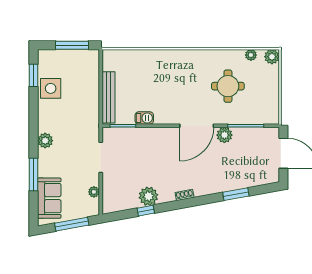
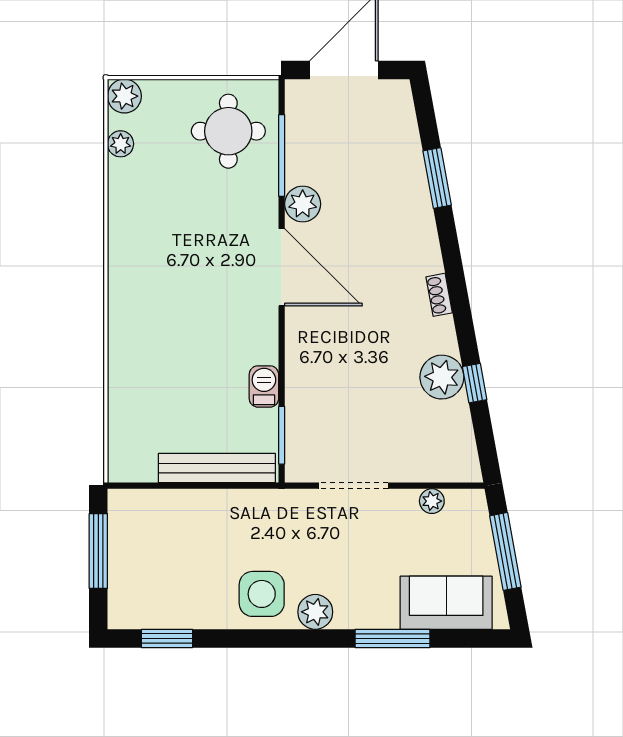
round table: (228, 86) -> (228, 131), moved
side table: (51, 88) -> (262, 594), moved

